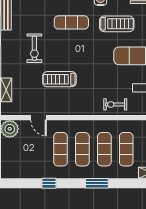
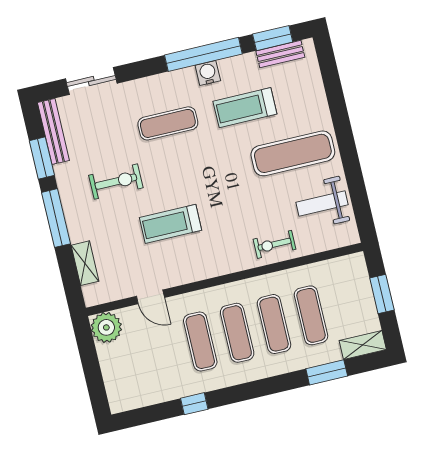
treadmill: (117, 24) -> (245, 108), turned 180
exercise bike: (34, 48) -> (116, 182), turned -90
window: (97, 183) -> (327, 372), moved

